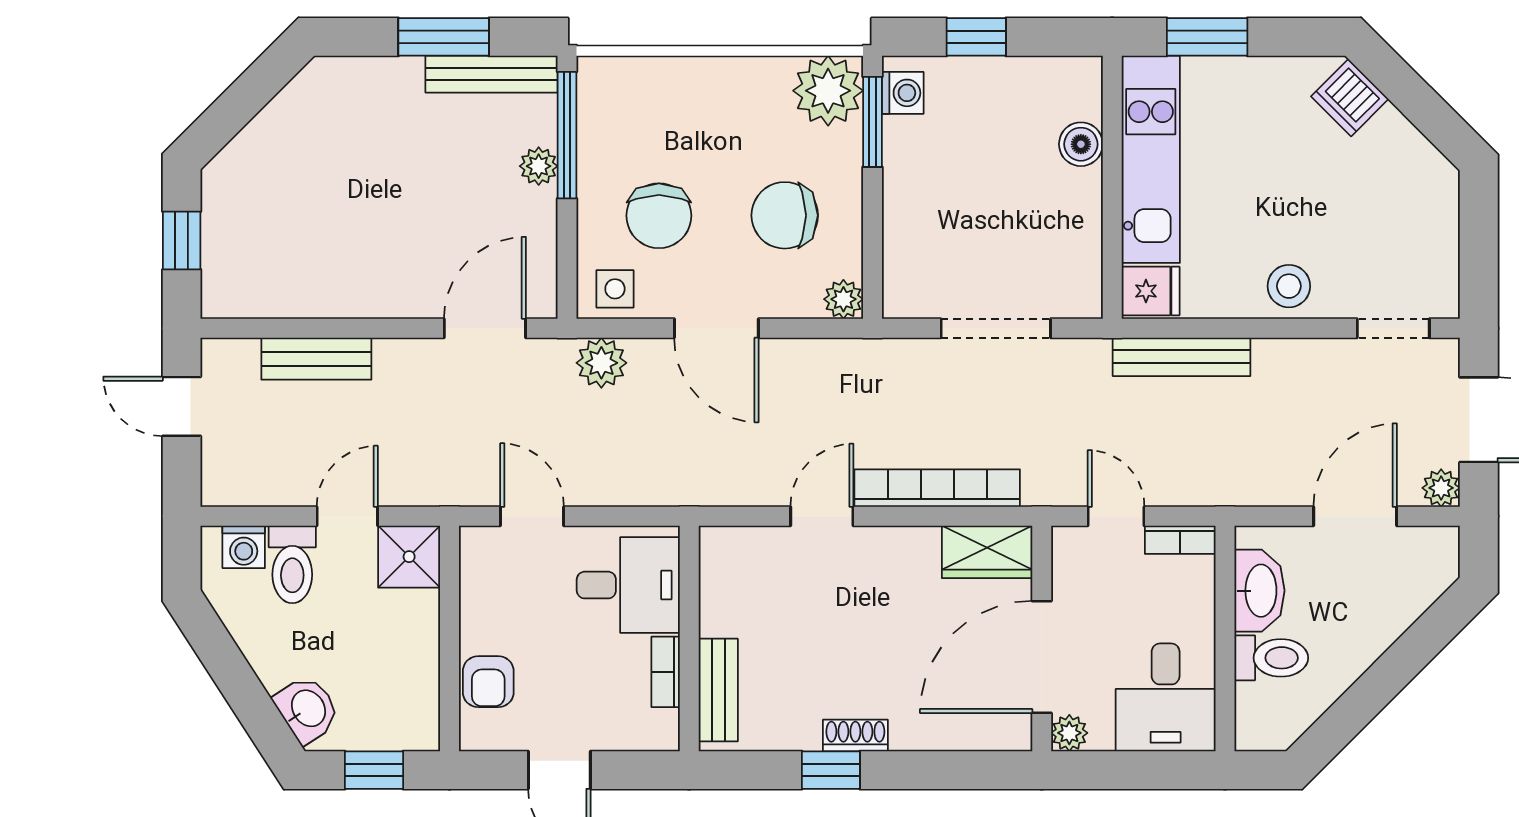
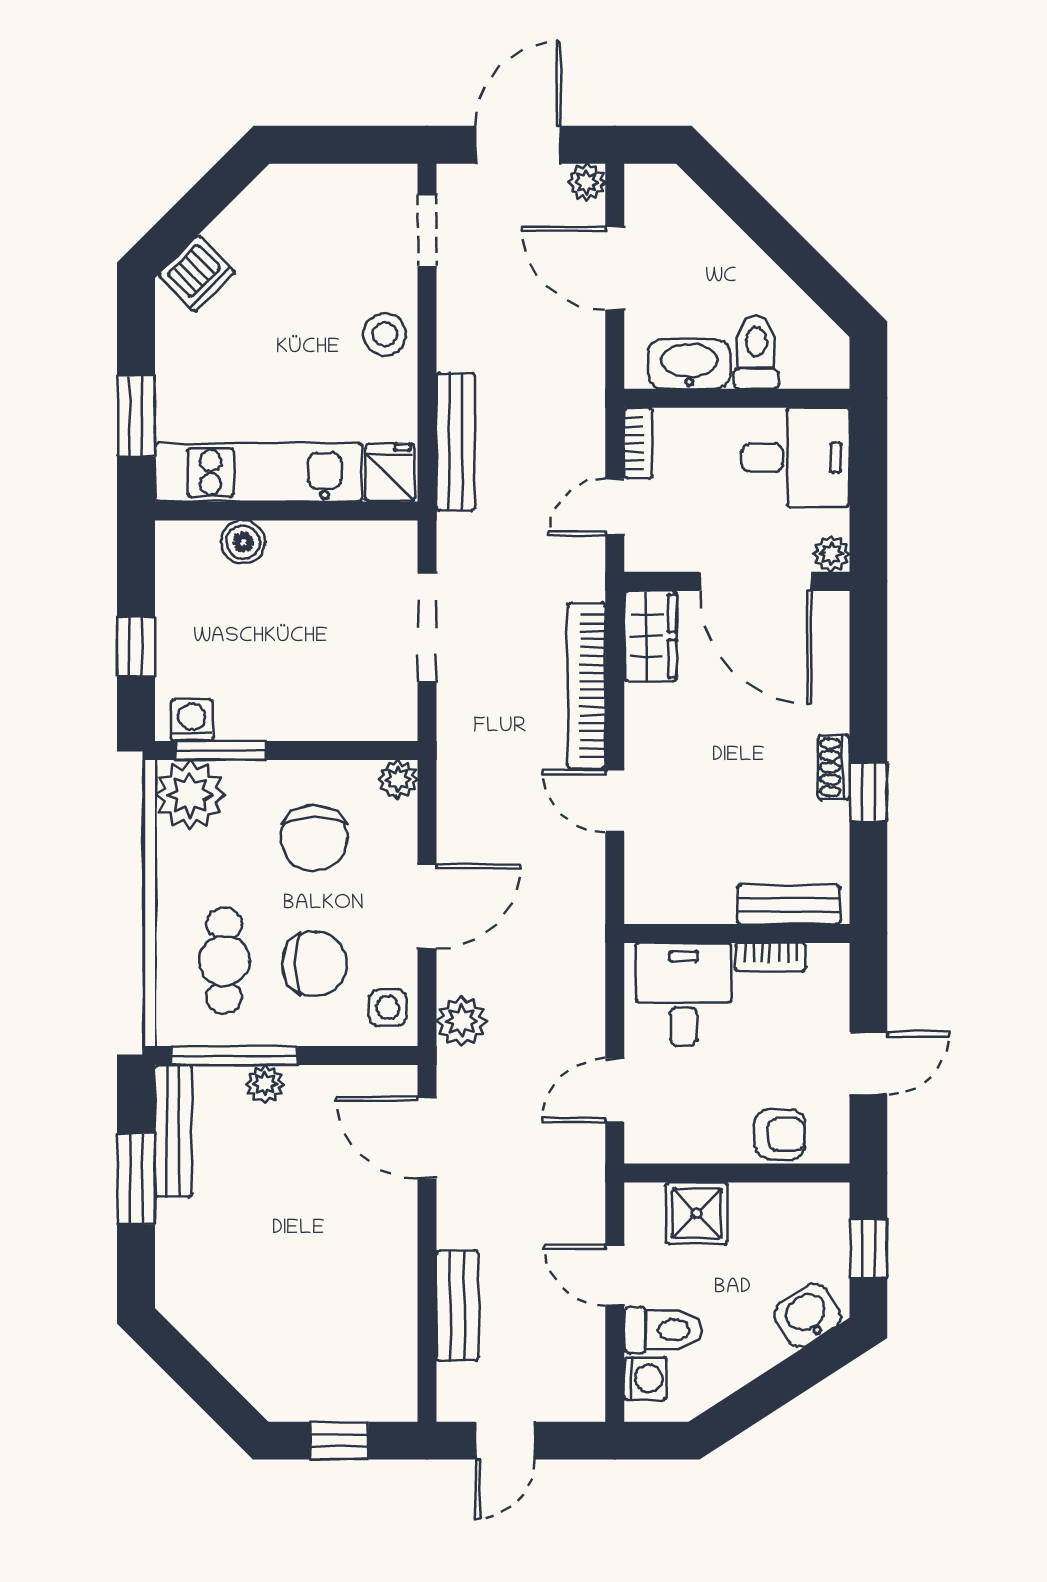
cafe table: (662, 125) -> (224, 961), added
shower: (409, 557) -> (697, 1213), moved

